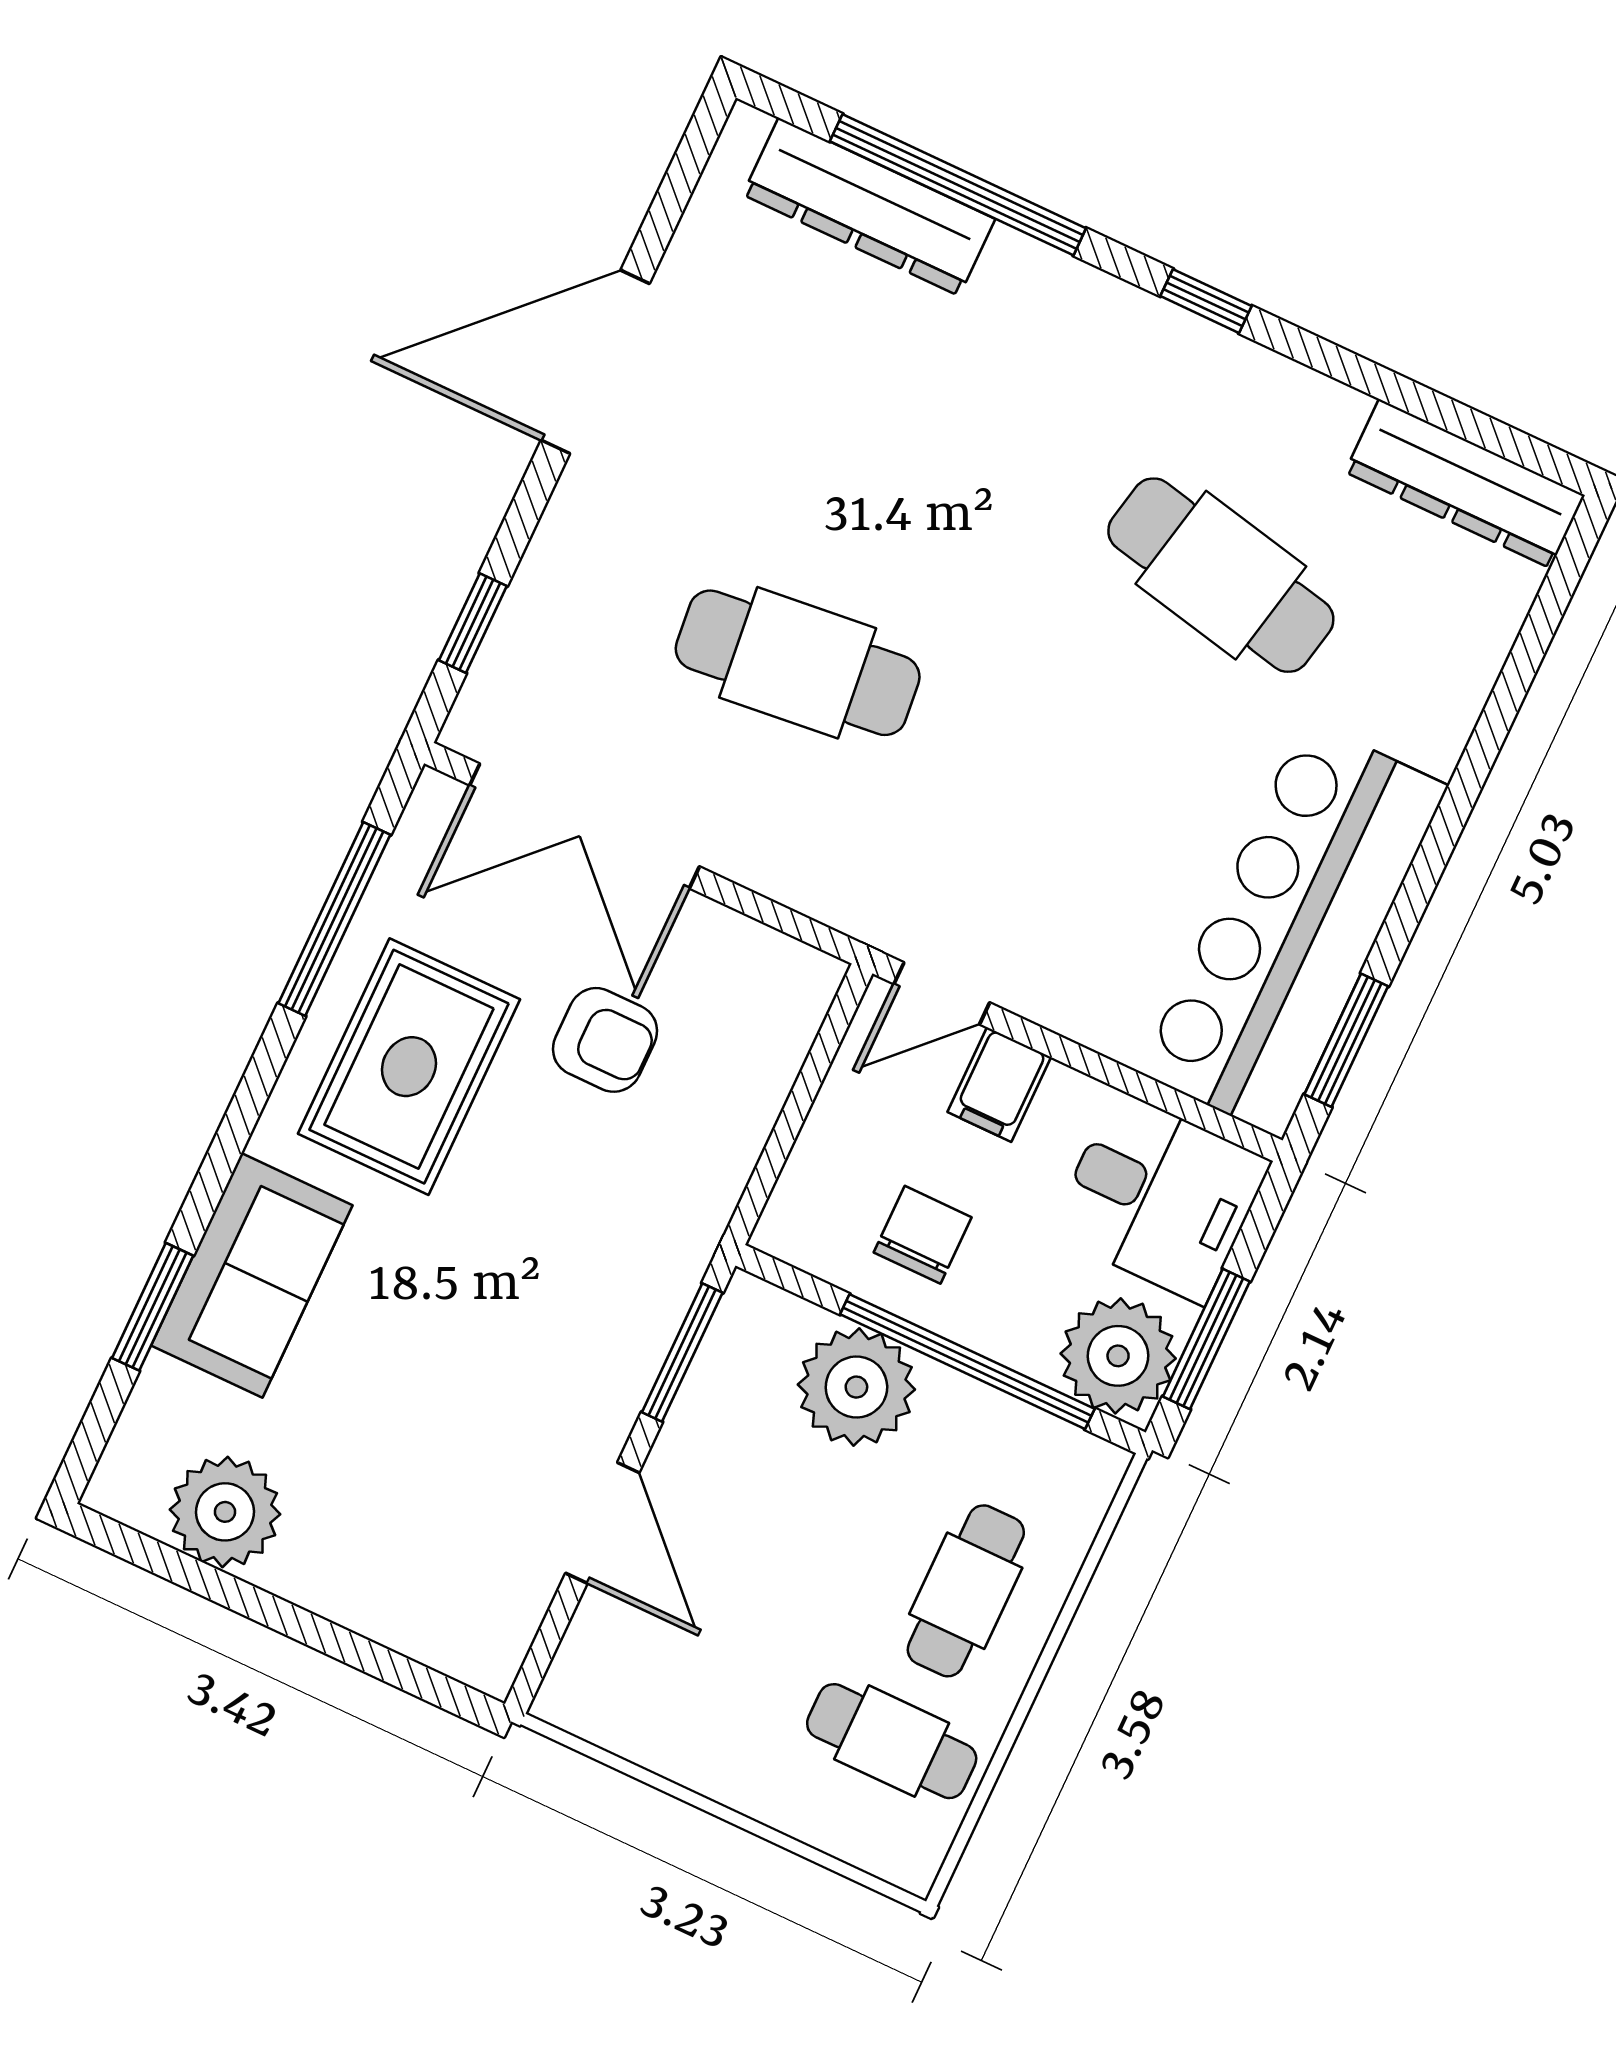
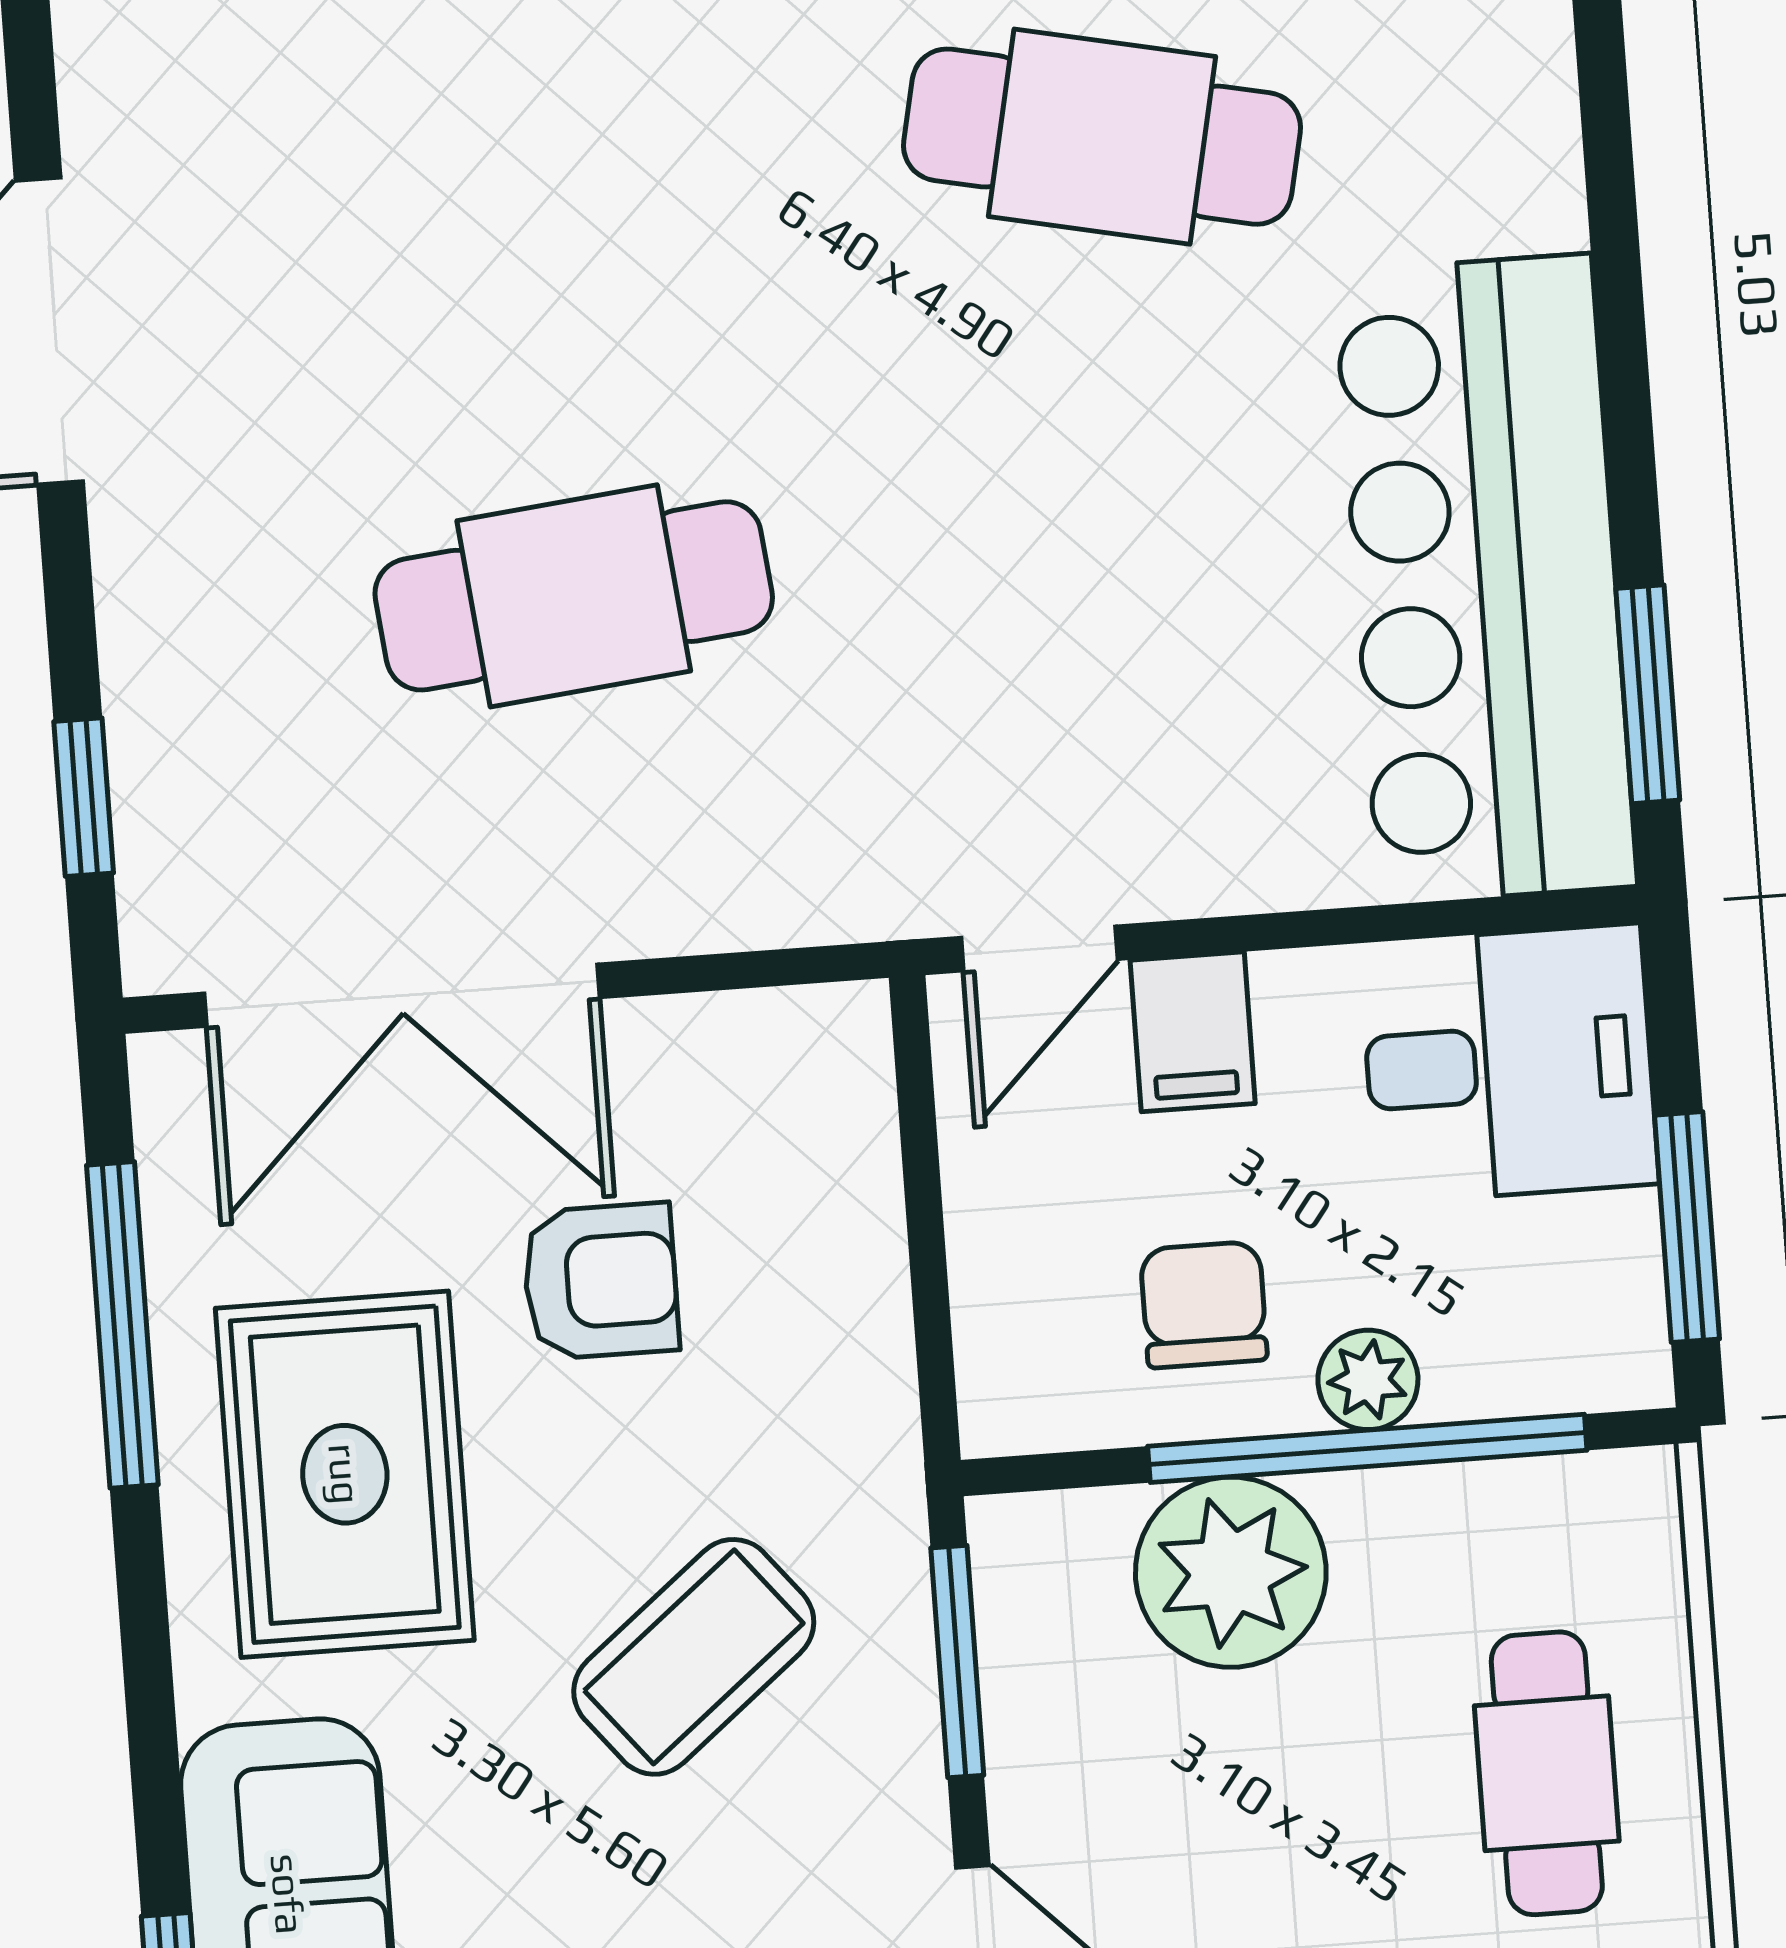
coffee table: (542, 1270) -> (694, 1657), added
plant: (1118, 1356) -> (1368, 1380), moved, width x0.53, depth x0.53

